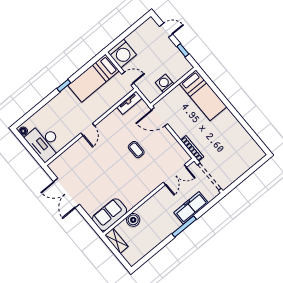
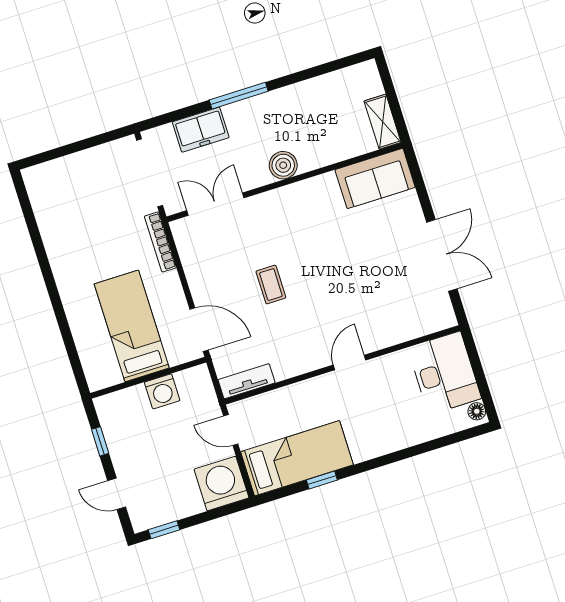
window: (139, 23) -> (164, 530), added
window: (64, 86) -> (322, 480), moved
bed: (203, 95) -> (132, 326), moved
freezer: (191, 208) -> (201, 130), width x0.71
boiler: (133, 220) -> (283, 165), moved

